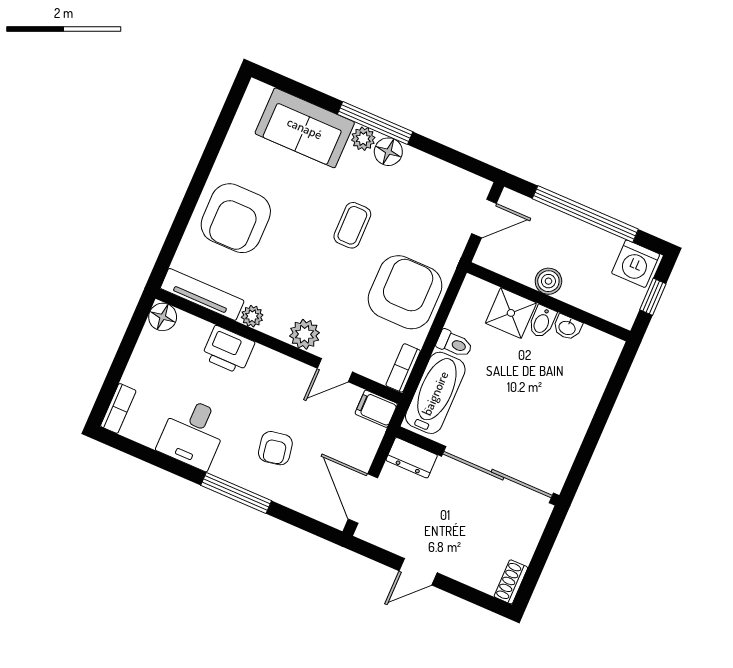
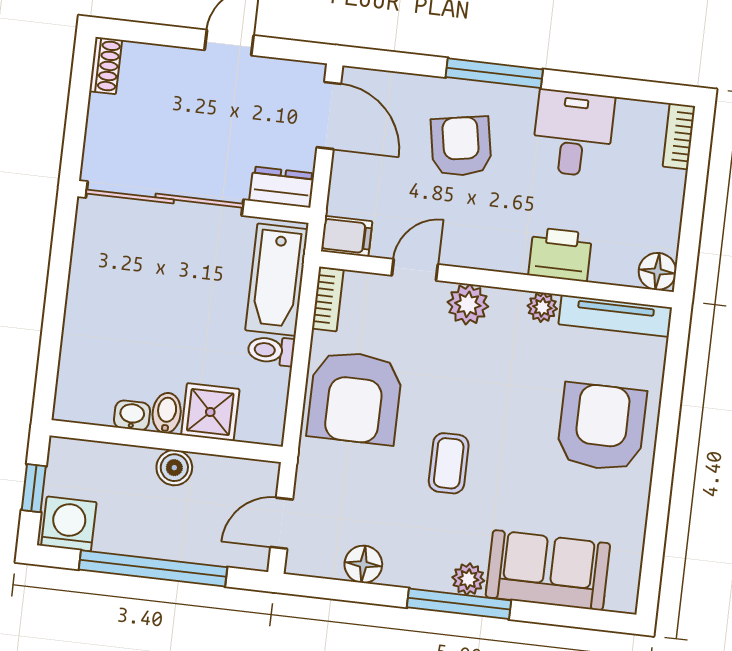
floor lamp: (388, 152) -> (363, 564), moved
armchair: (275, 448) -> (461, 146), width x1.38, depth x1.38

